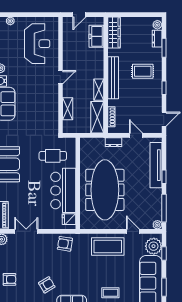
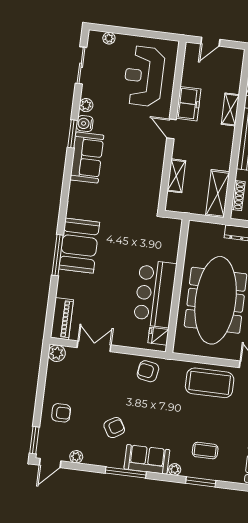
freezer: (96, 36) -> (188, 104), moved, turned 180
reception desk: (37, 44) -> (144, 76), turned 180
door: (60, 77) -> (172, 129), swing flipped
shelving: (99, 90) -> (230, 110), moved
cafe table: (53, 156) -> (146, 242), removed

